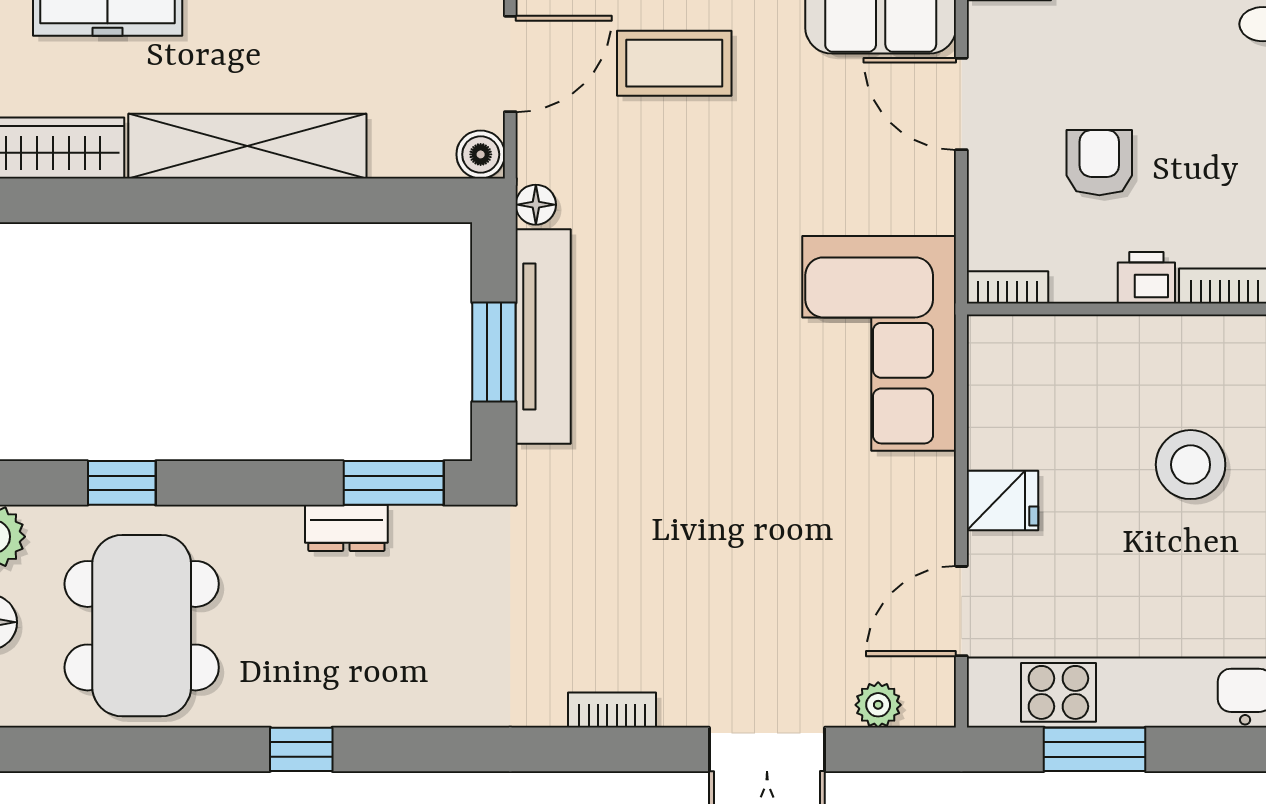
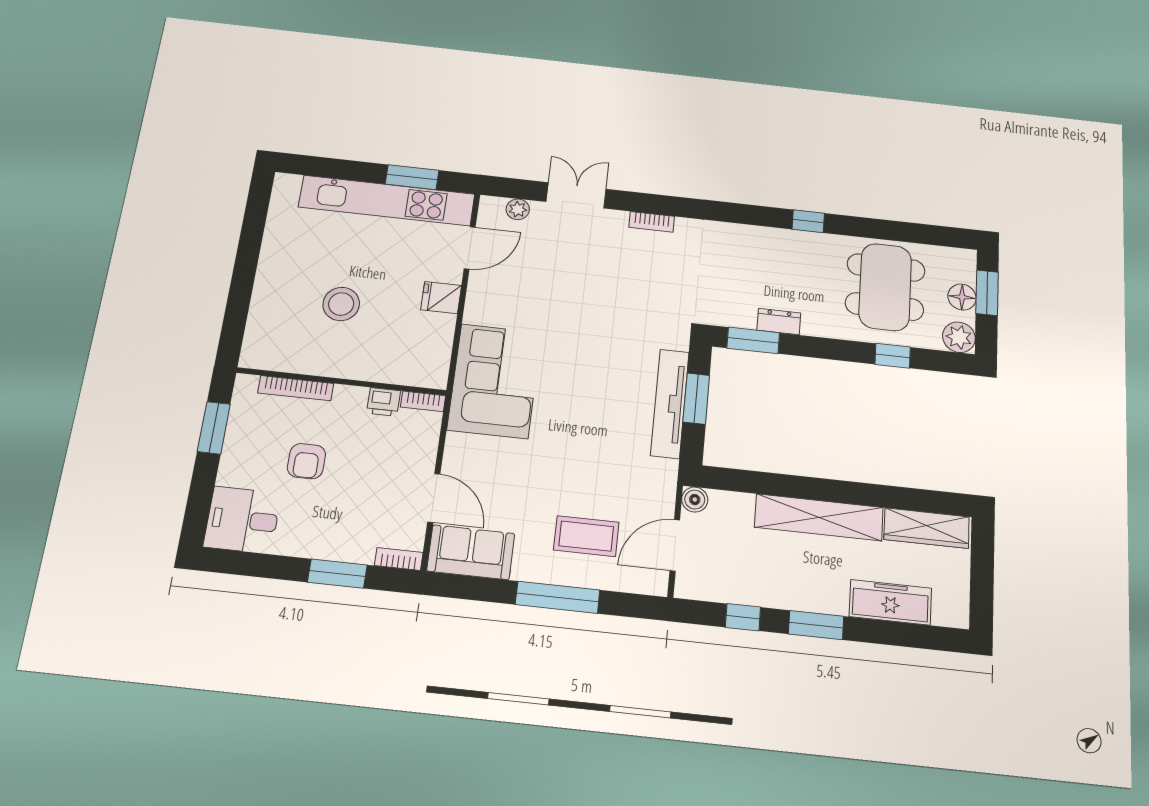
armchair: (1099, 163) -> (306, 461), moved
floor lamp: (536, 205) -> (668, 470), removed
printer: (1146, 278) -> (383, 402), moved

